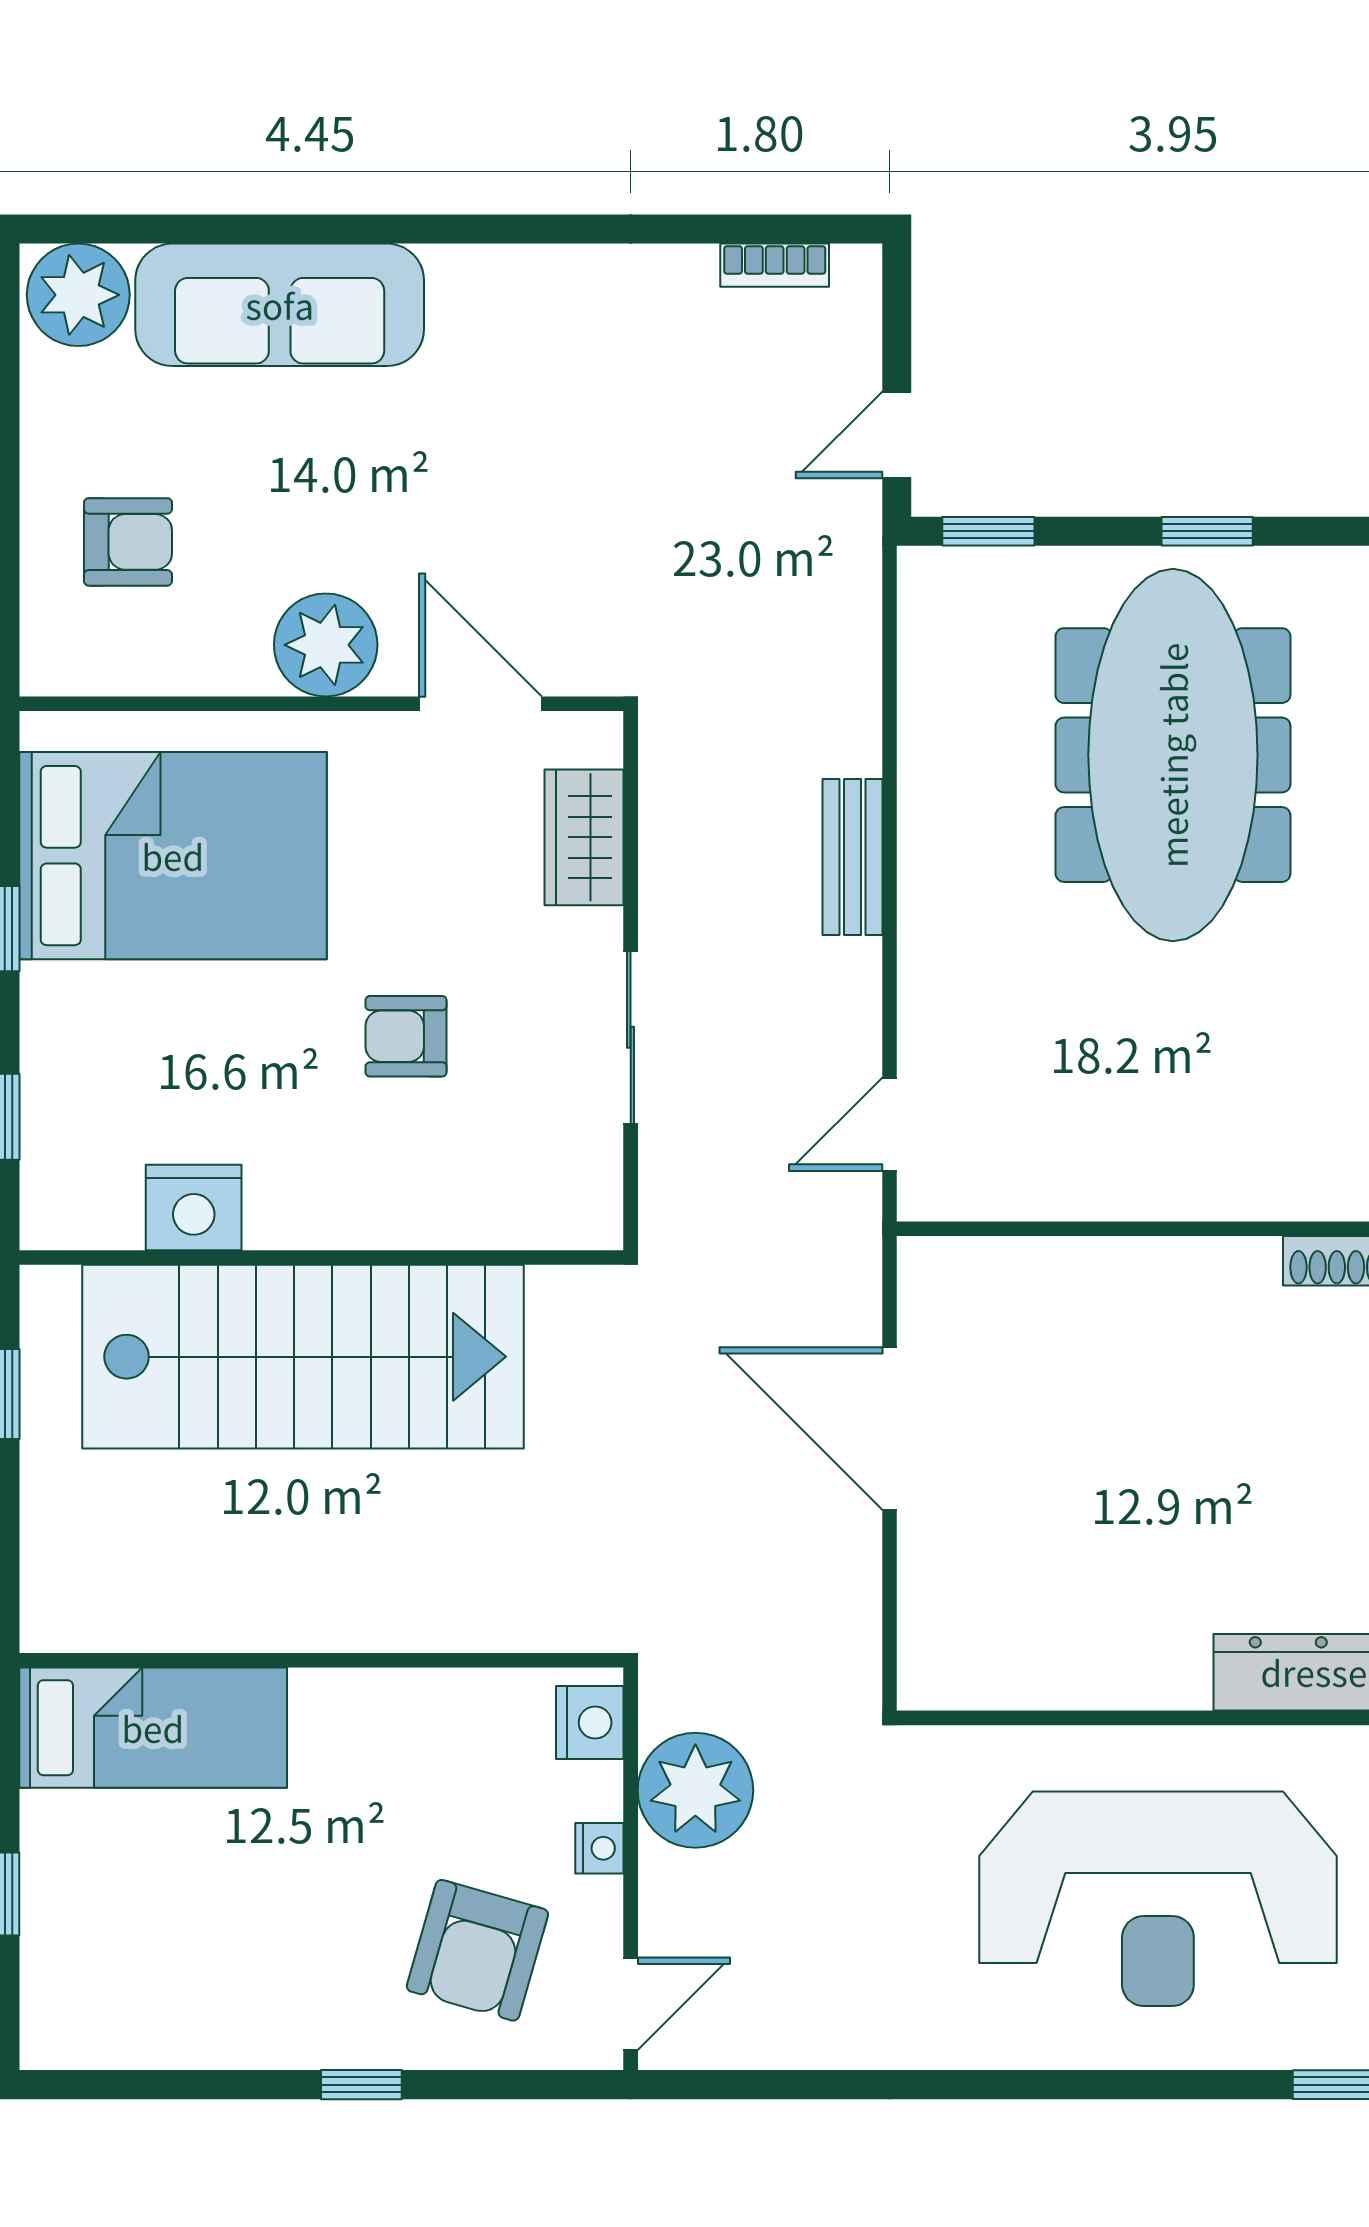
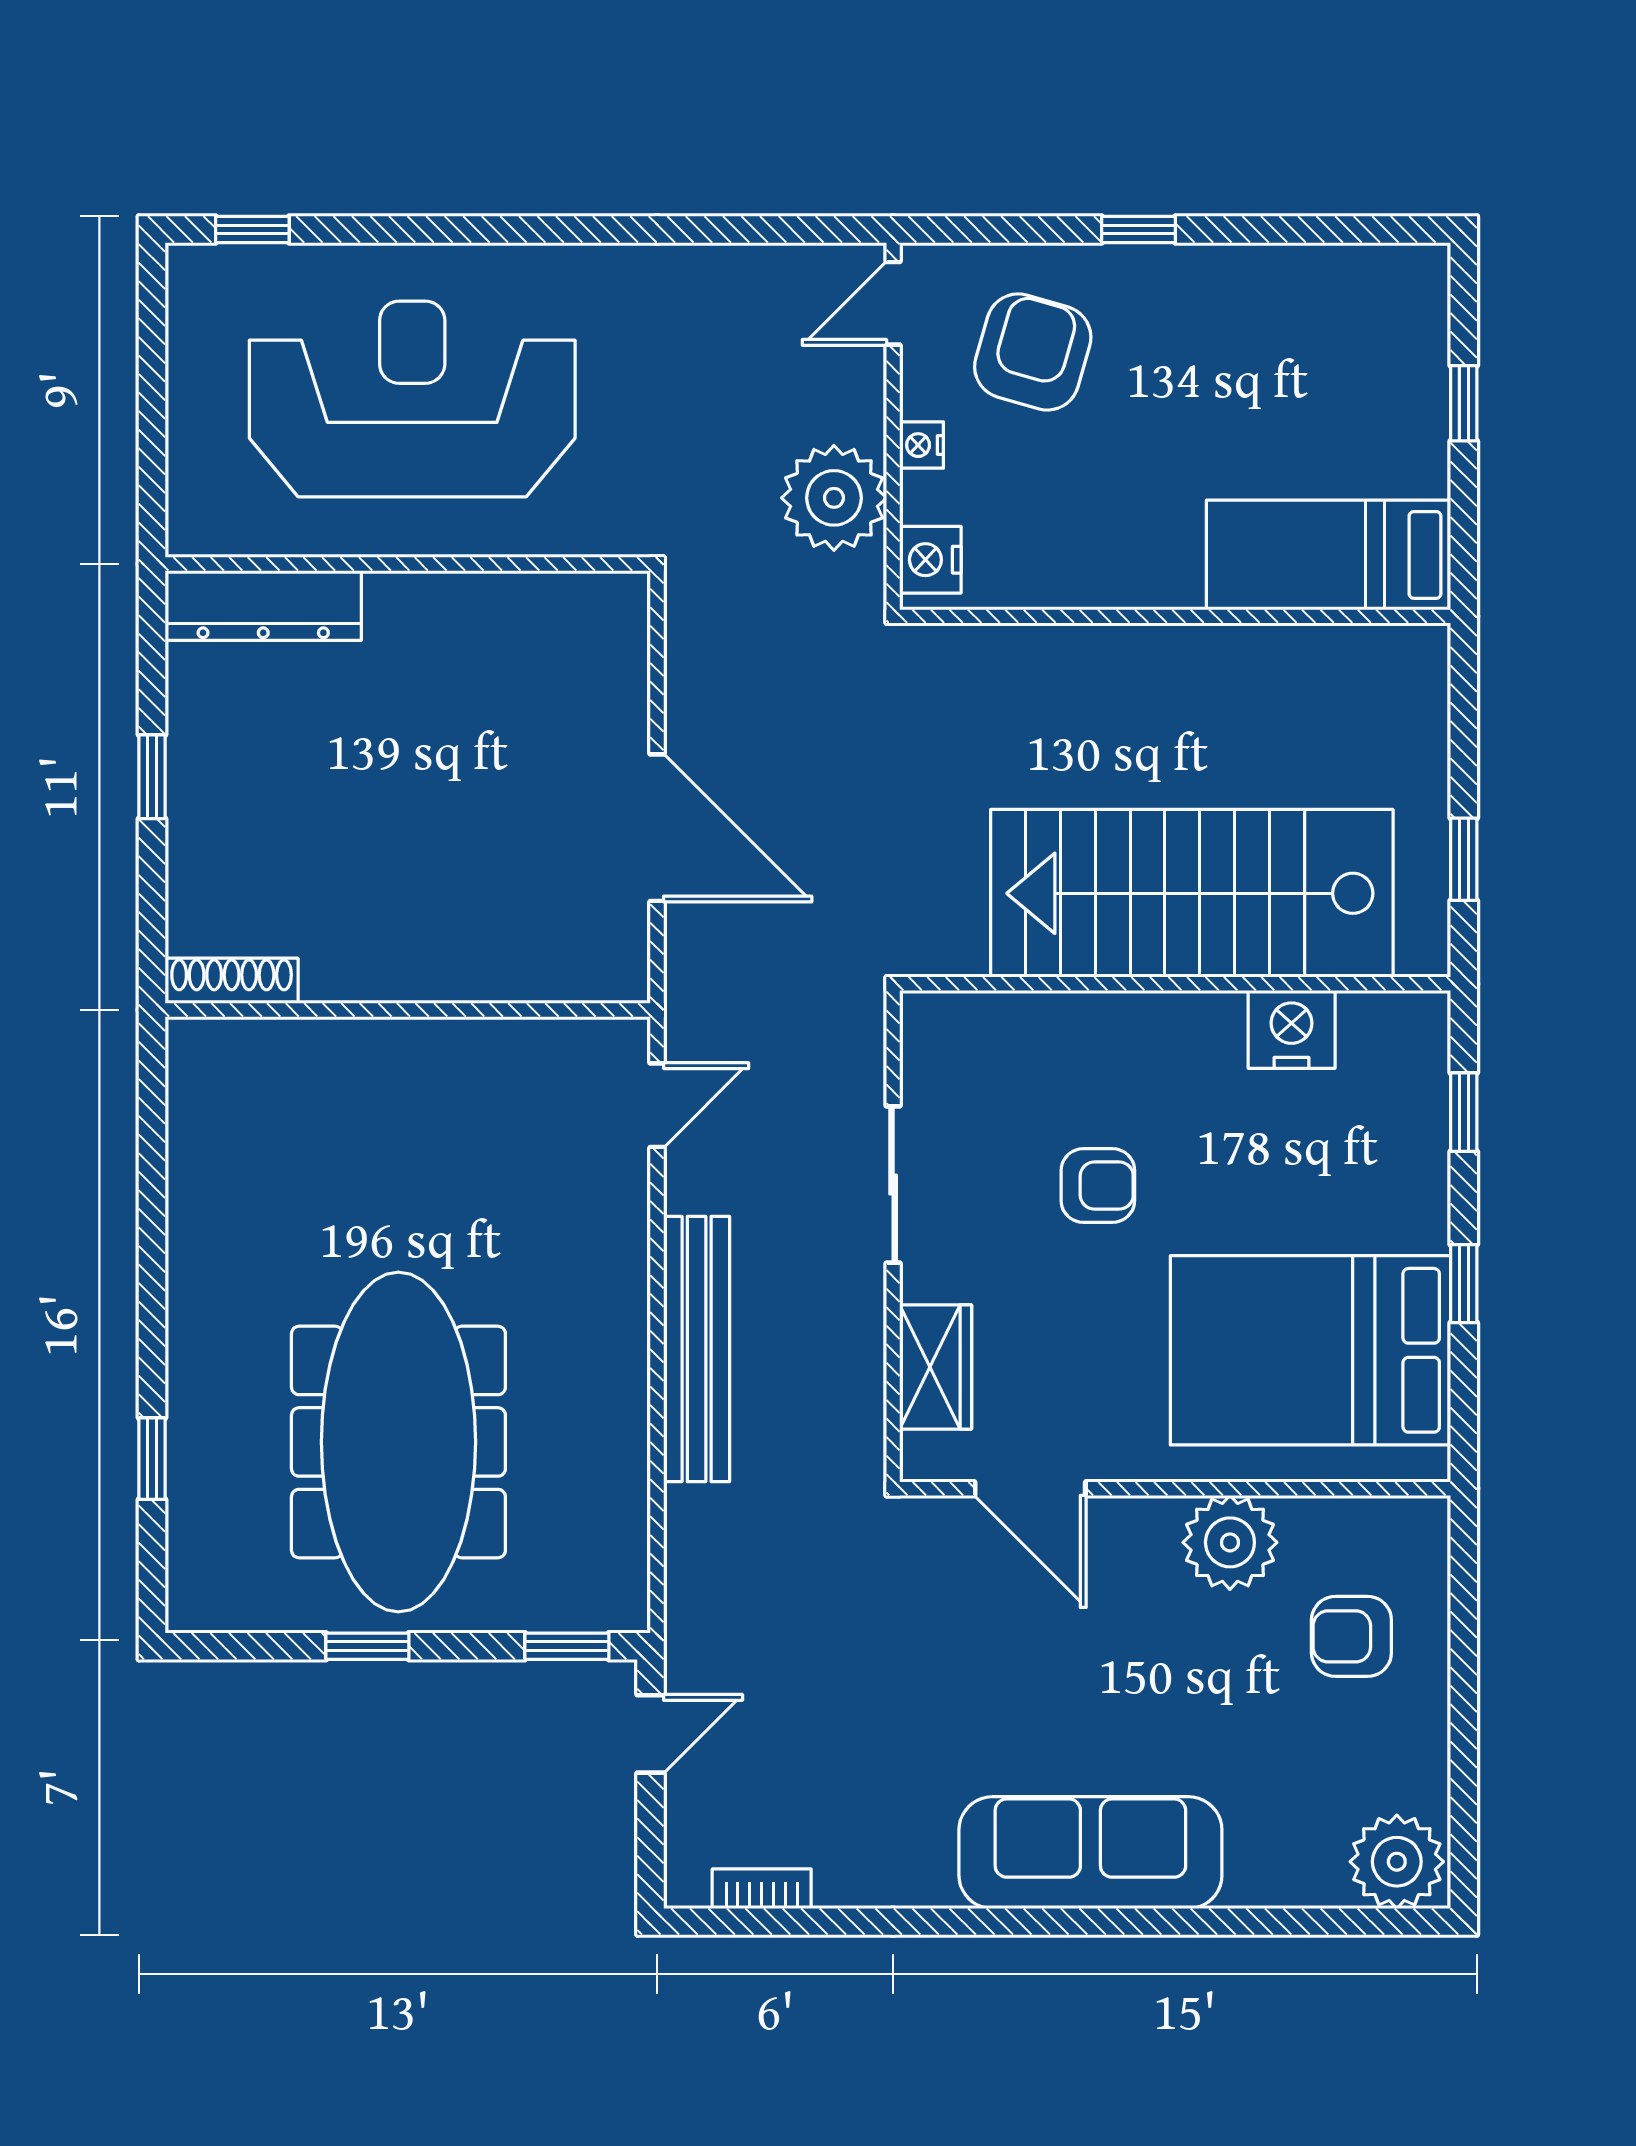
sofa: (280, 305) -> (1090, 1853), moved
plant: (326, 645) -> (1230, 1542), moved
bench: (852, 857) -> (697, 1349), width x1.86, depth x1.21

